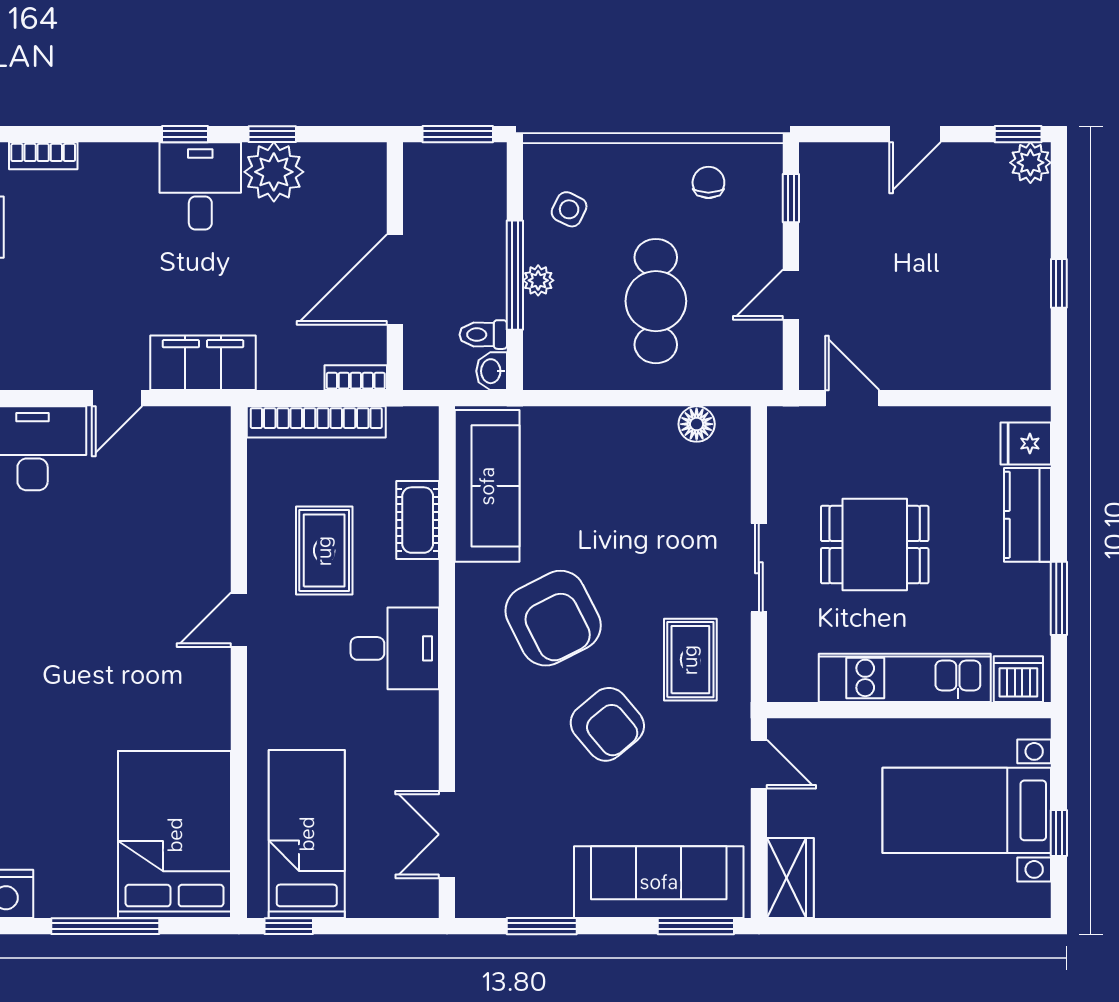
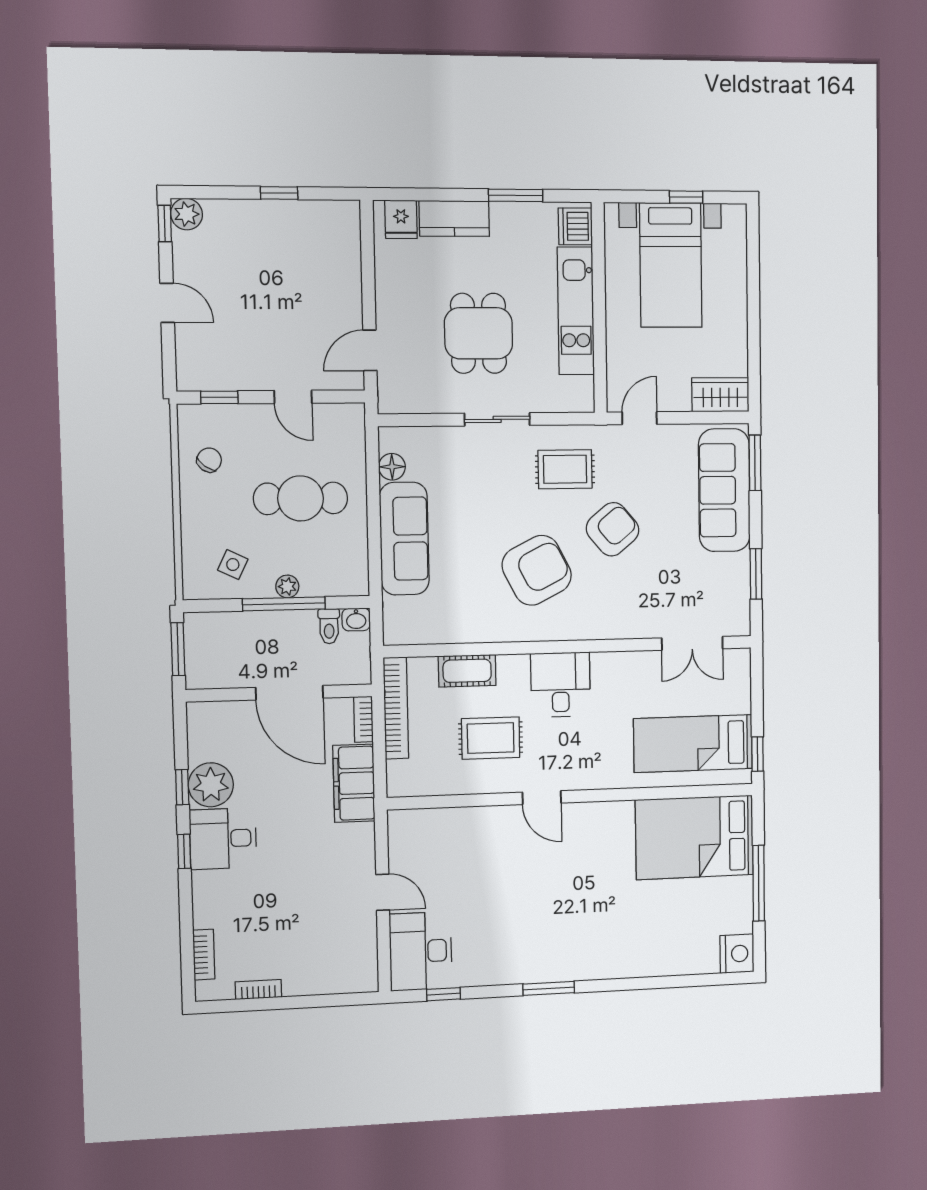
chair: (708, 182) -> (209, 460), turned 127
filing cabinet: (203, 363) -> (354, 783), moved
bookcase: (316, 422) -> (396, 708), moved
sofa: (487, 486) -> (404, 539), moved, turned 90

